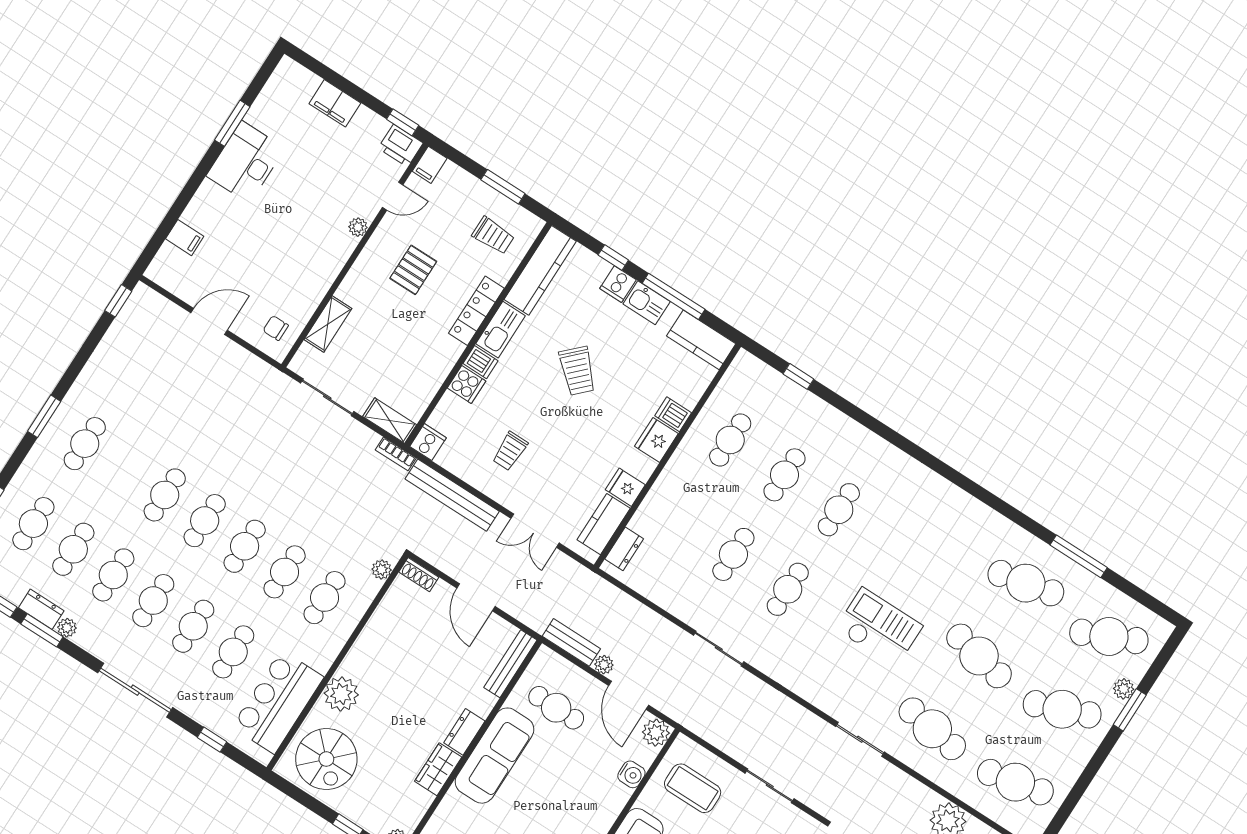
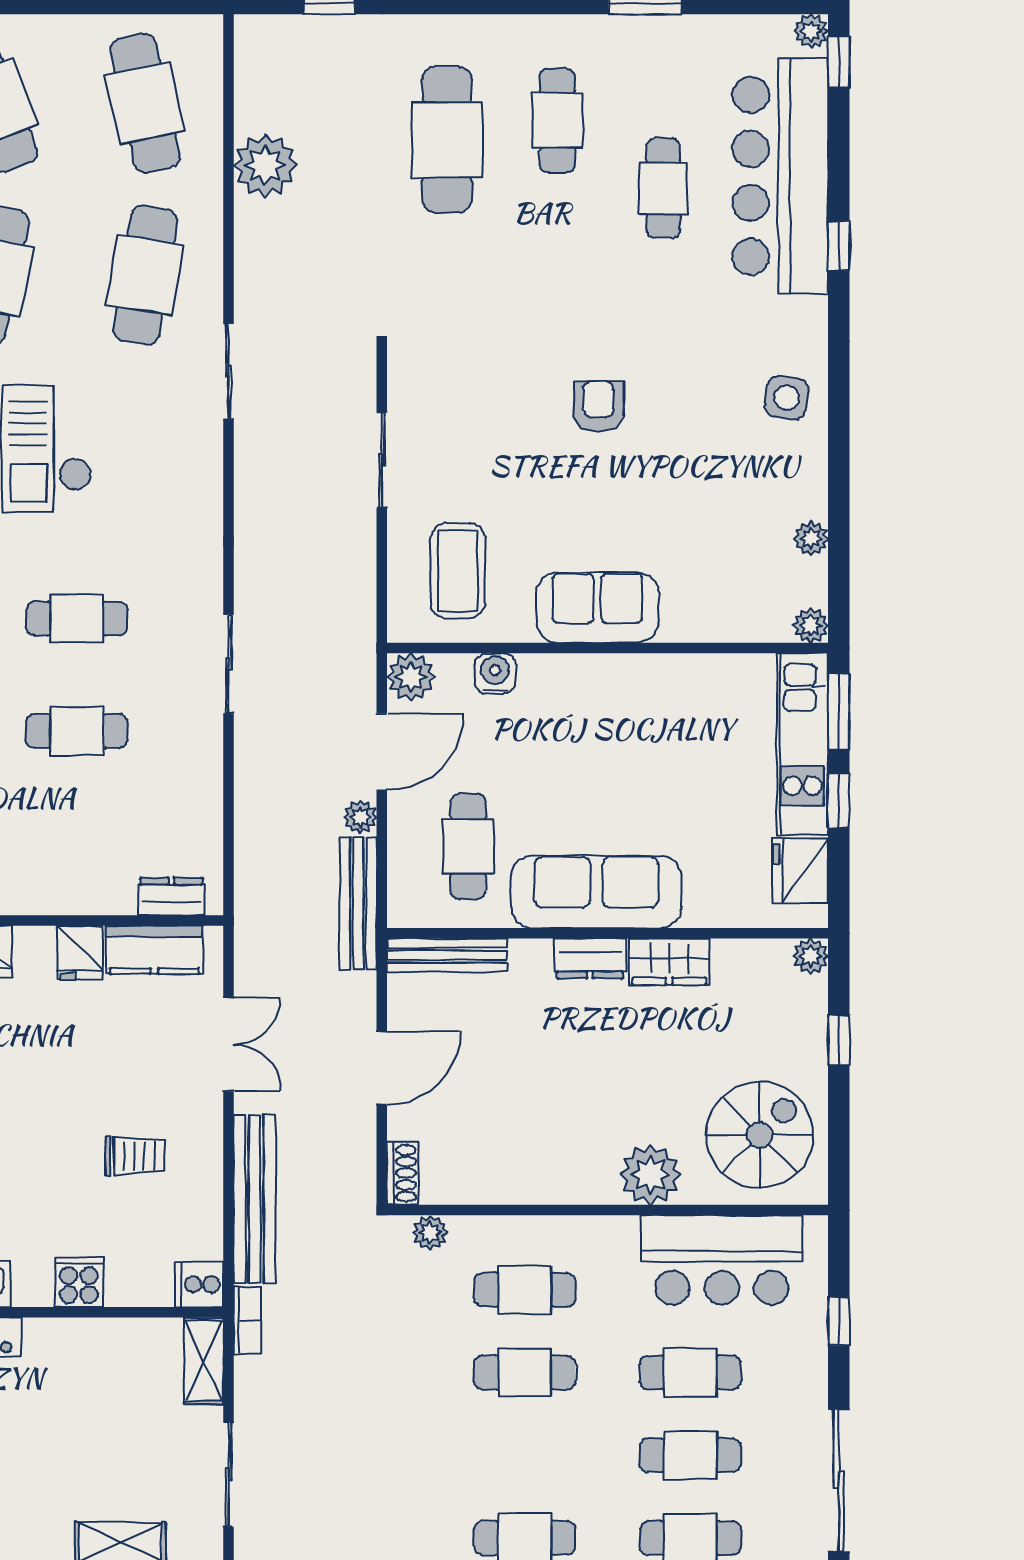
dishwasher: (480, 362) -> (33, 1283), removed
cafe table: (245, 546) -> (525, 1455), removed
bench: (571, 642) -> (358, 903), width x1.36

